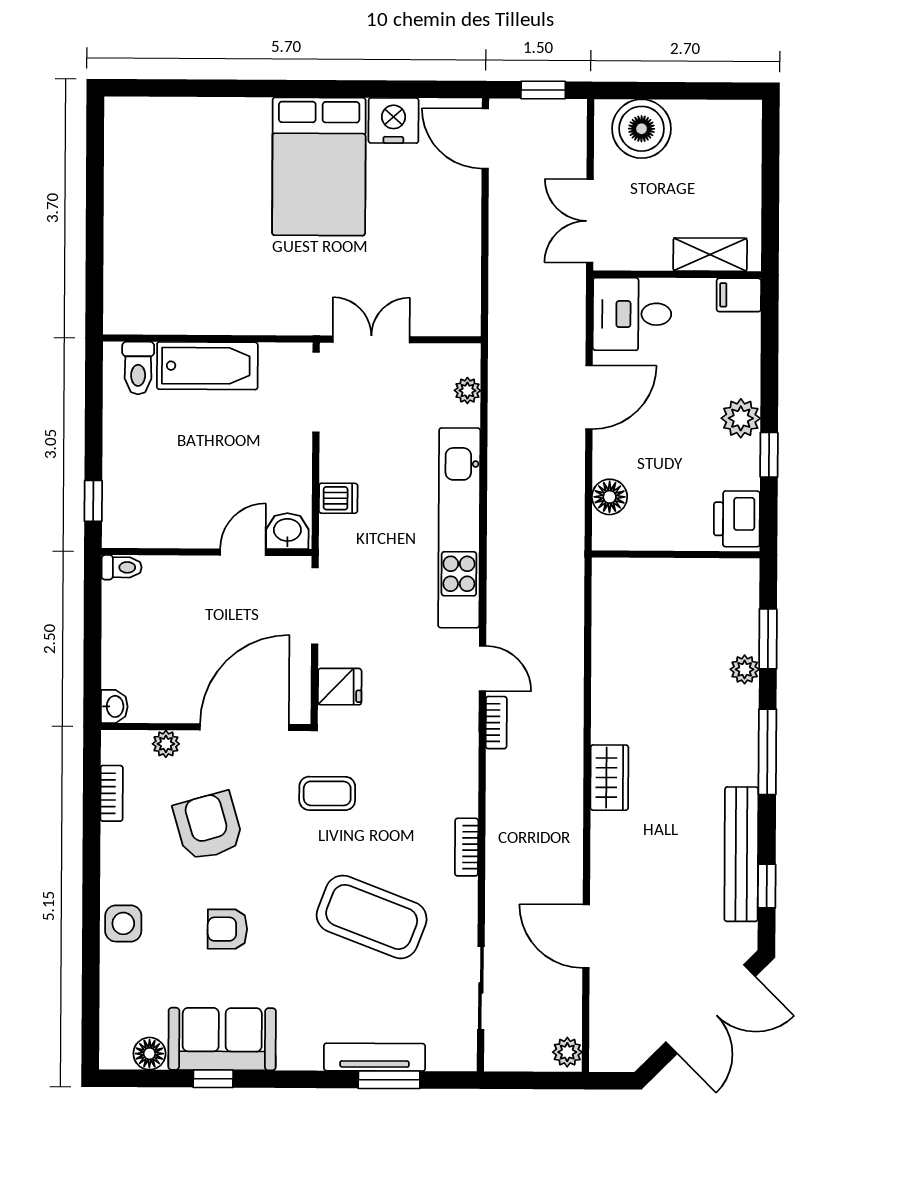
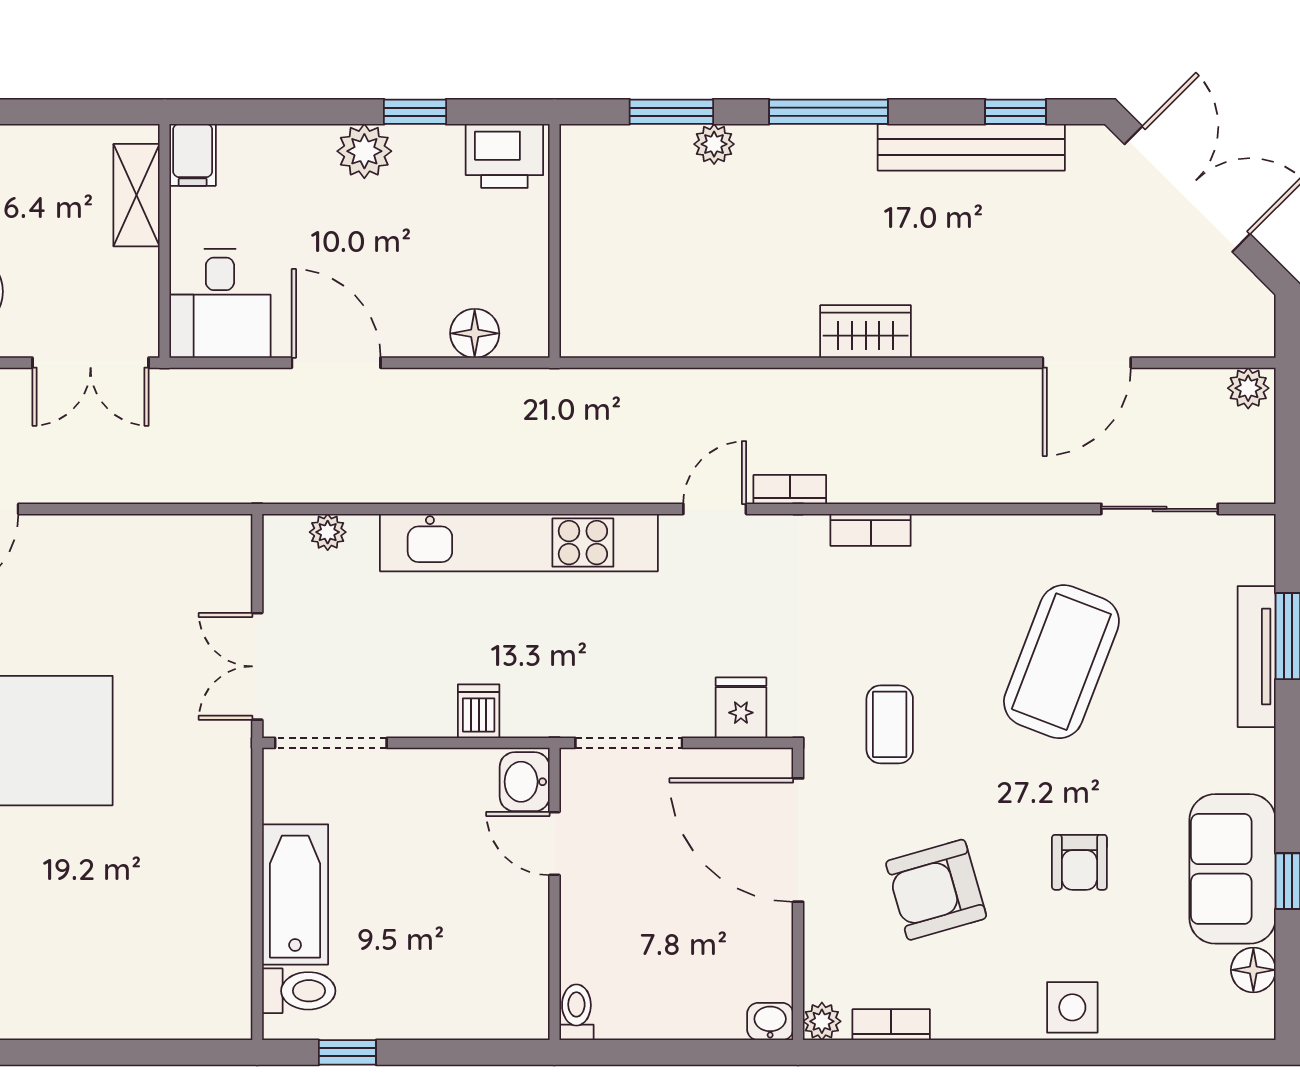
window: (93, 501) -> (347, 1052), moved
plant: (166, 744) -> (822, 1021), moved
bookcase: (467, 847) -> (871, 530), moved

